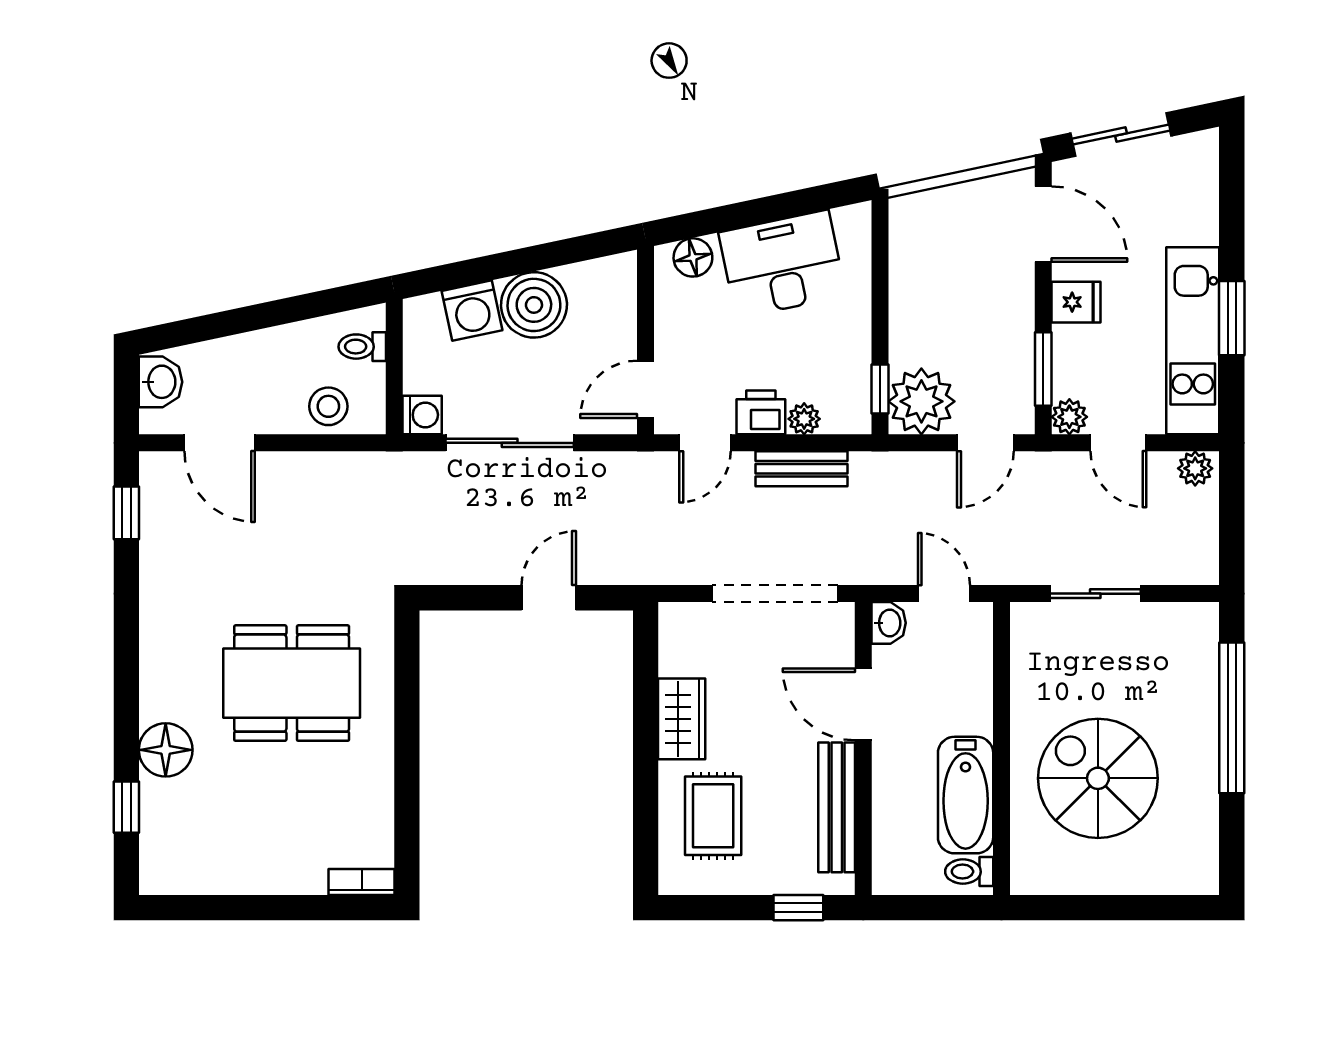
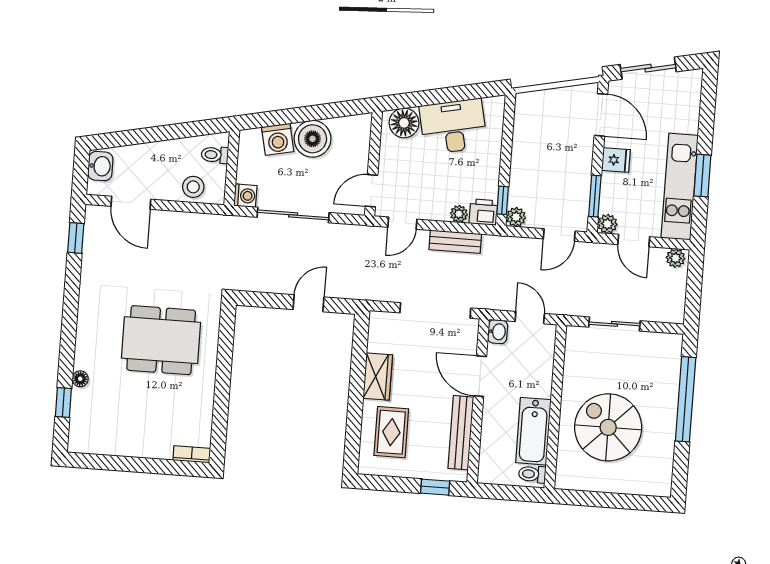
floor lamp: (693, 257) -> (404, 123), width x1.38, depth x1.38
plant: (921, 401) -> (516, 217), width x0.53, depth x0.53
printer: (761, 412) -> (483, 212), moved
floor lamp: (166, 750) -> (80, 379), width x0.53, depth x0.53

